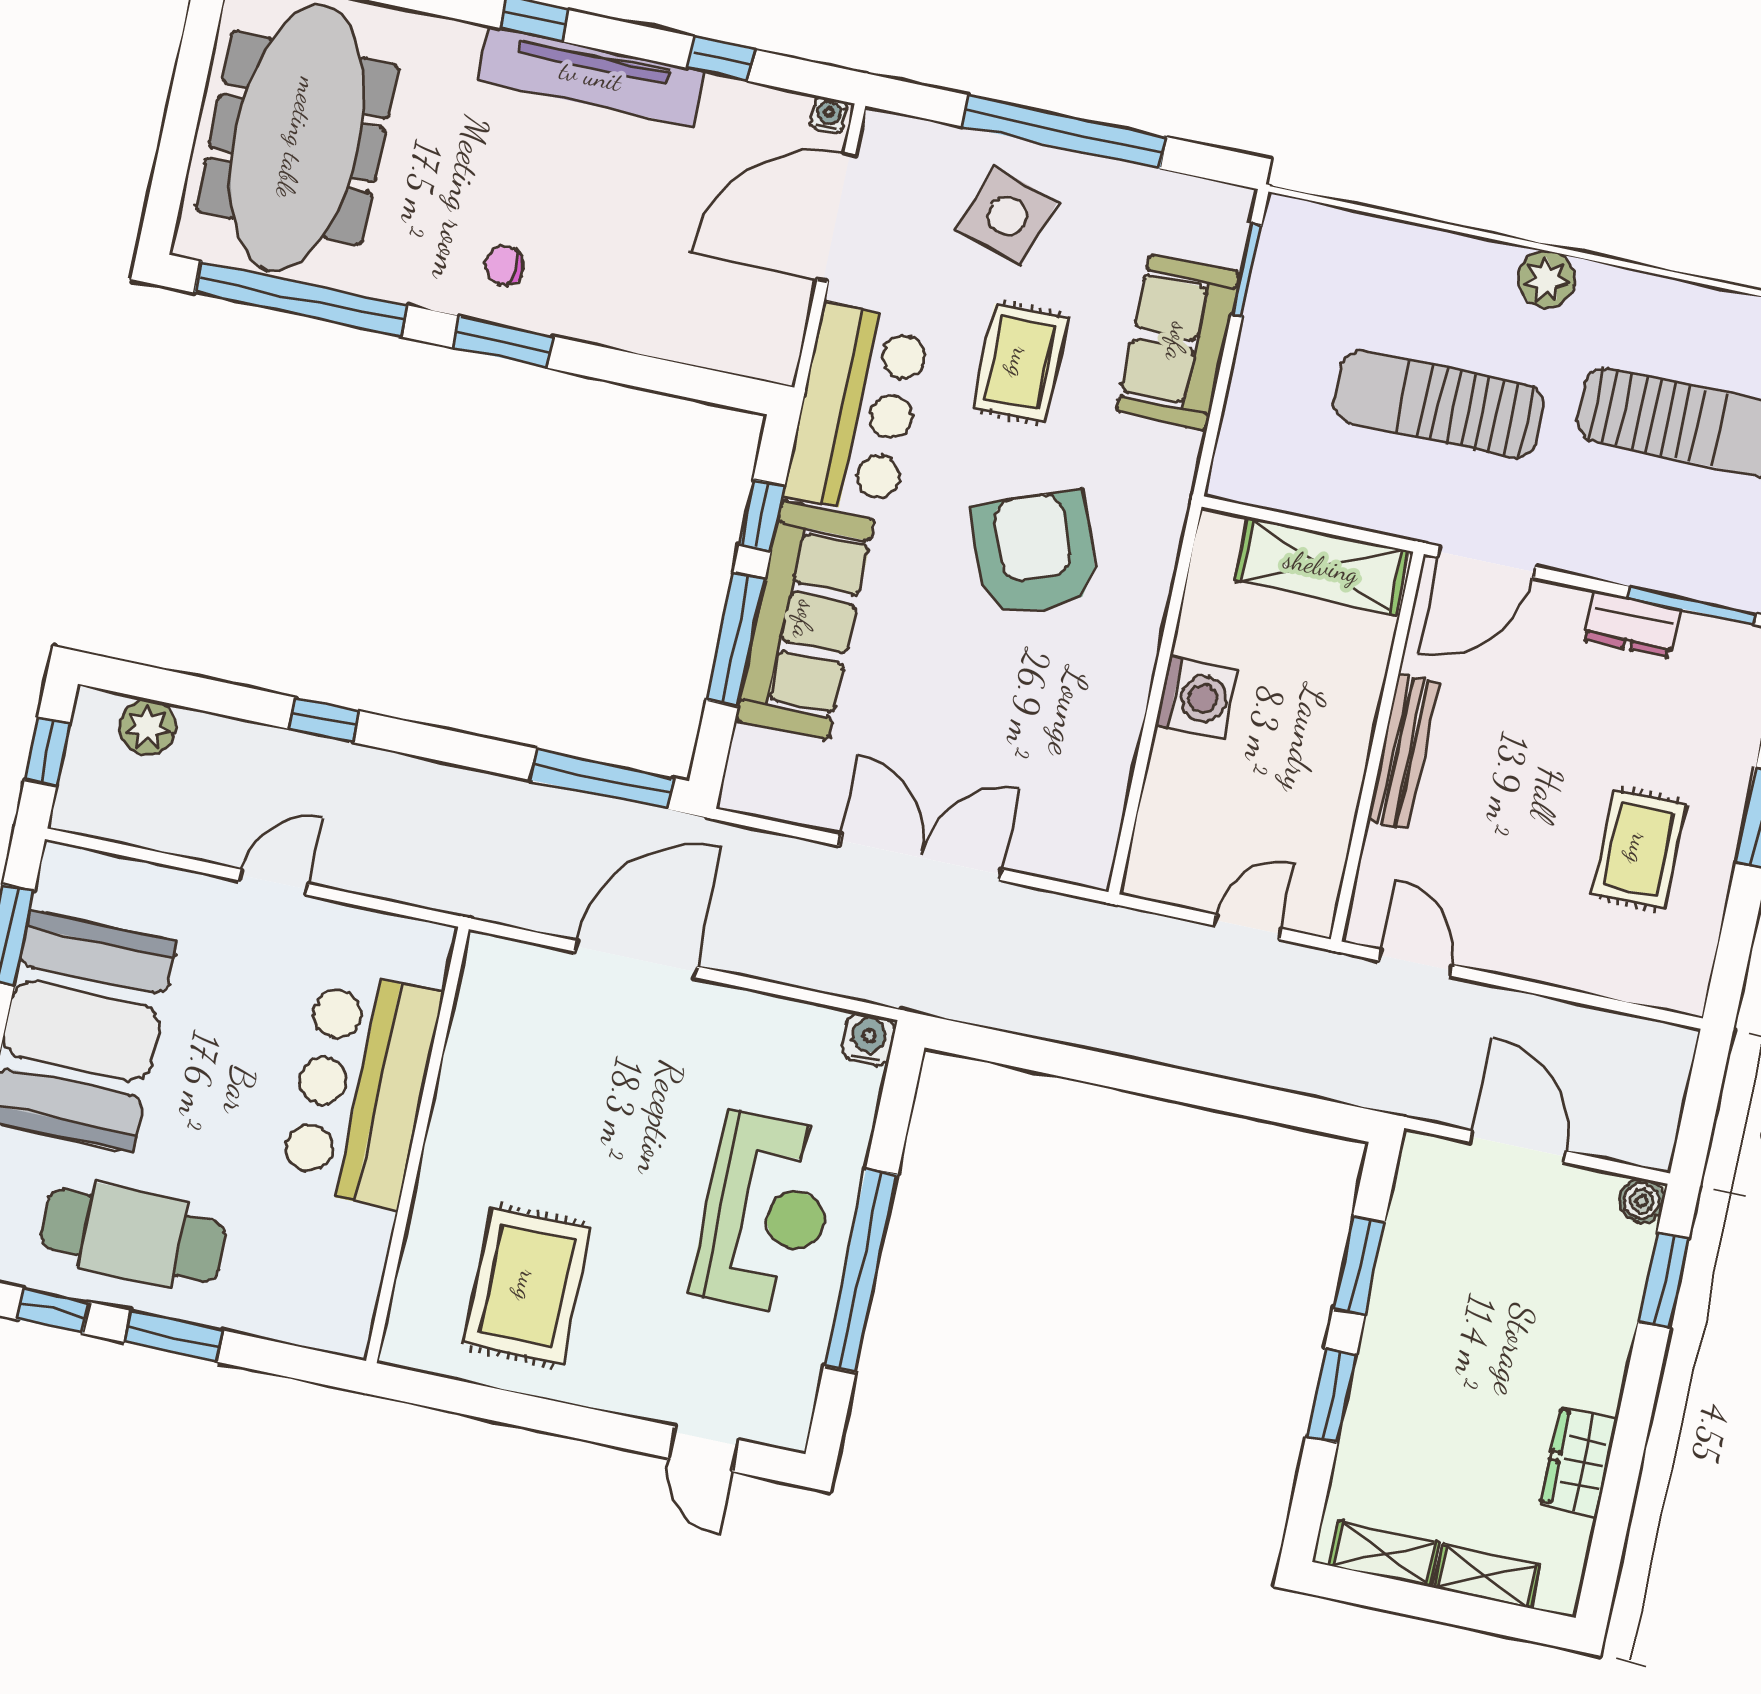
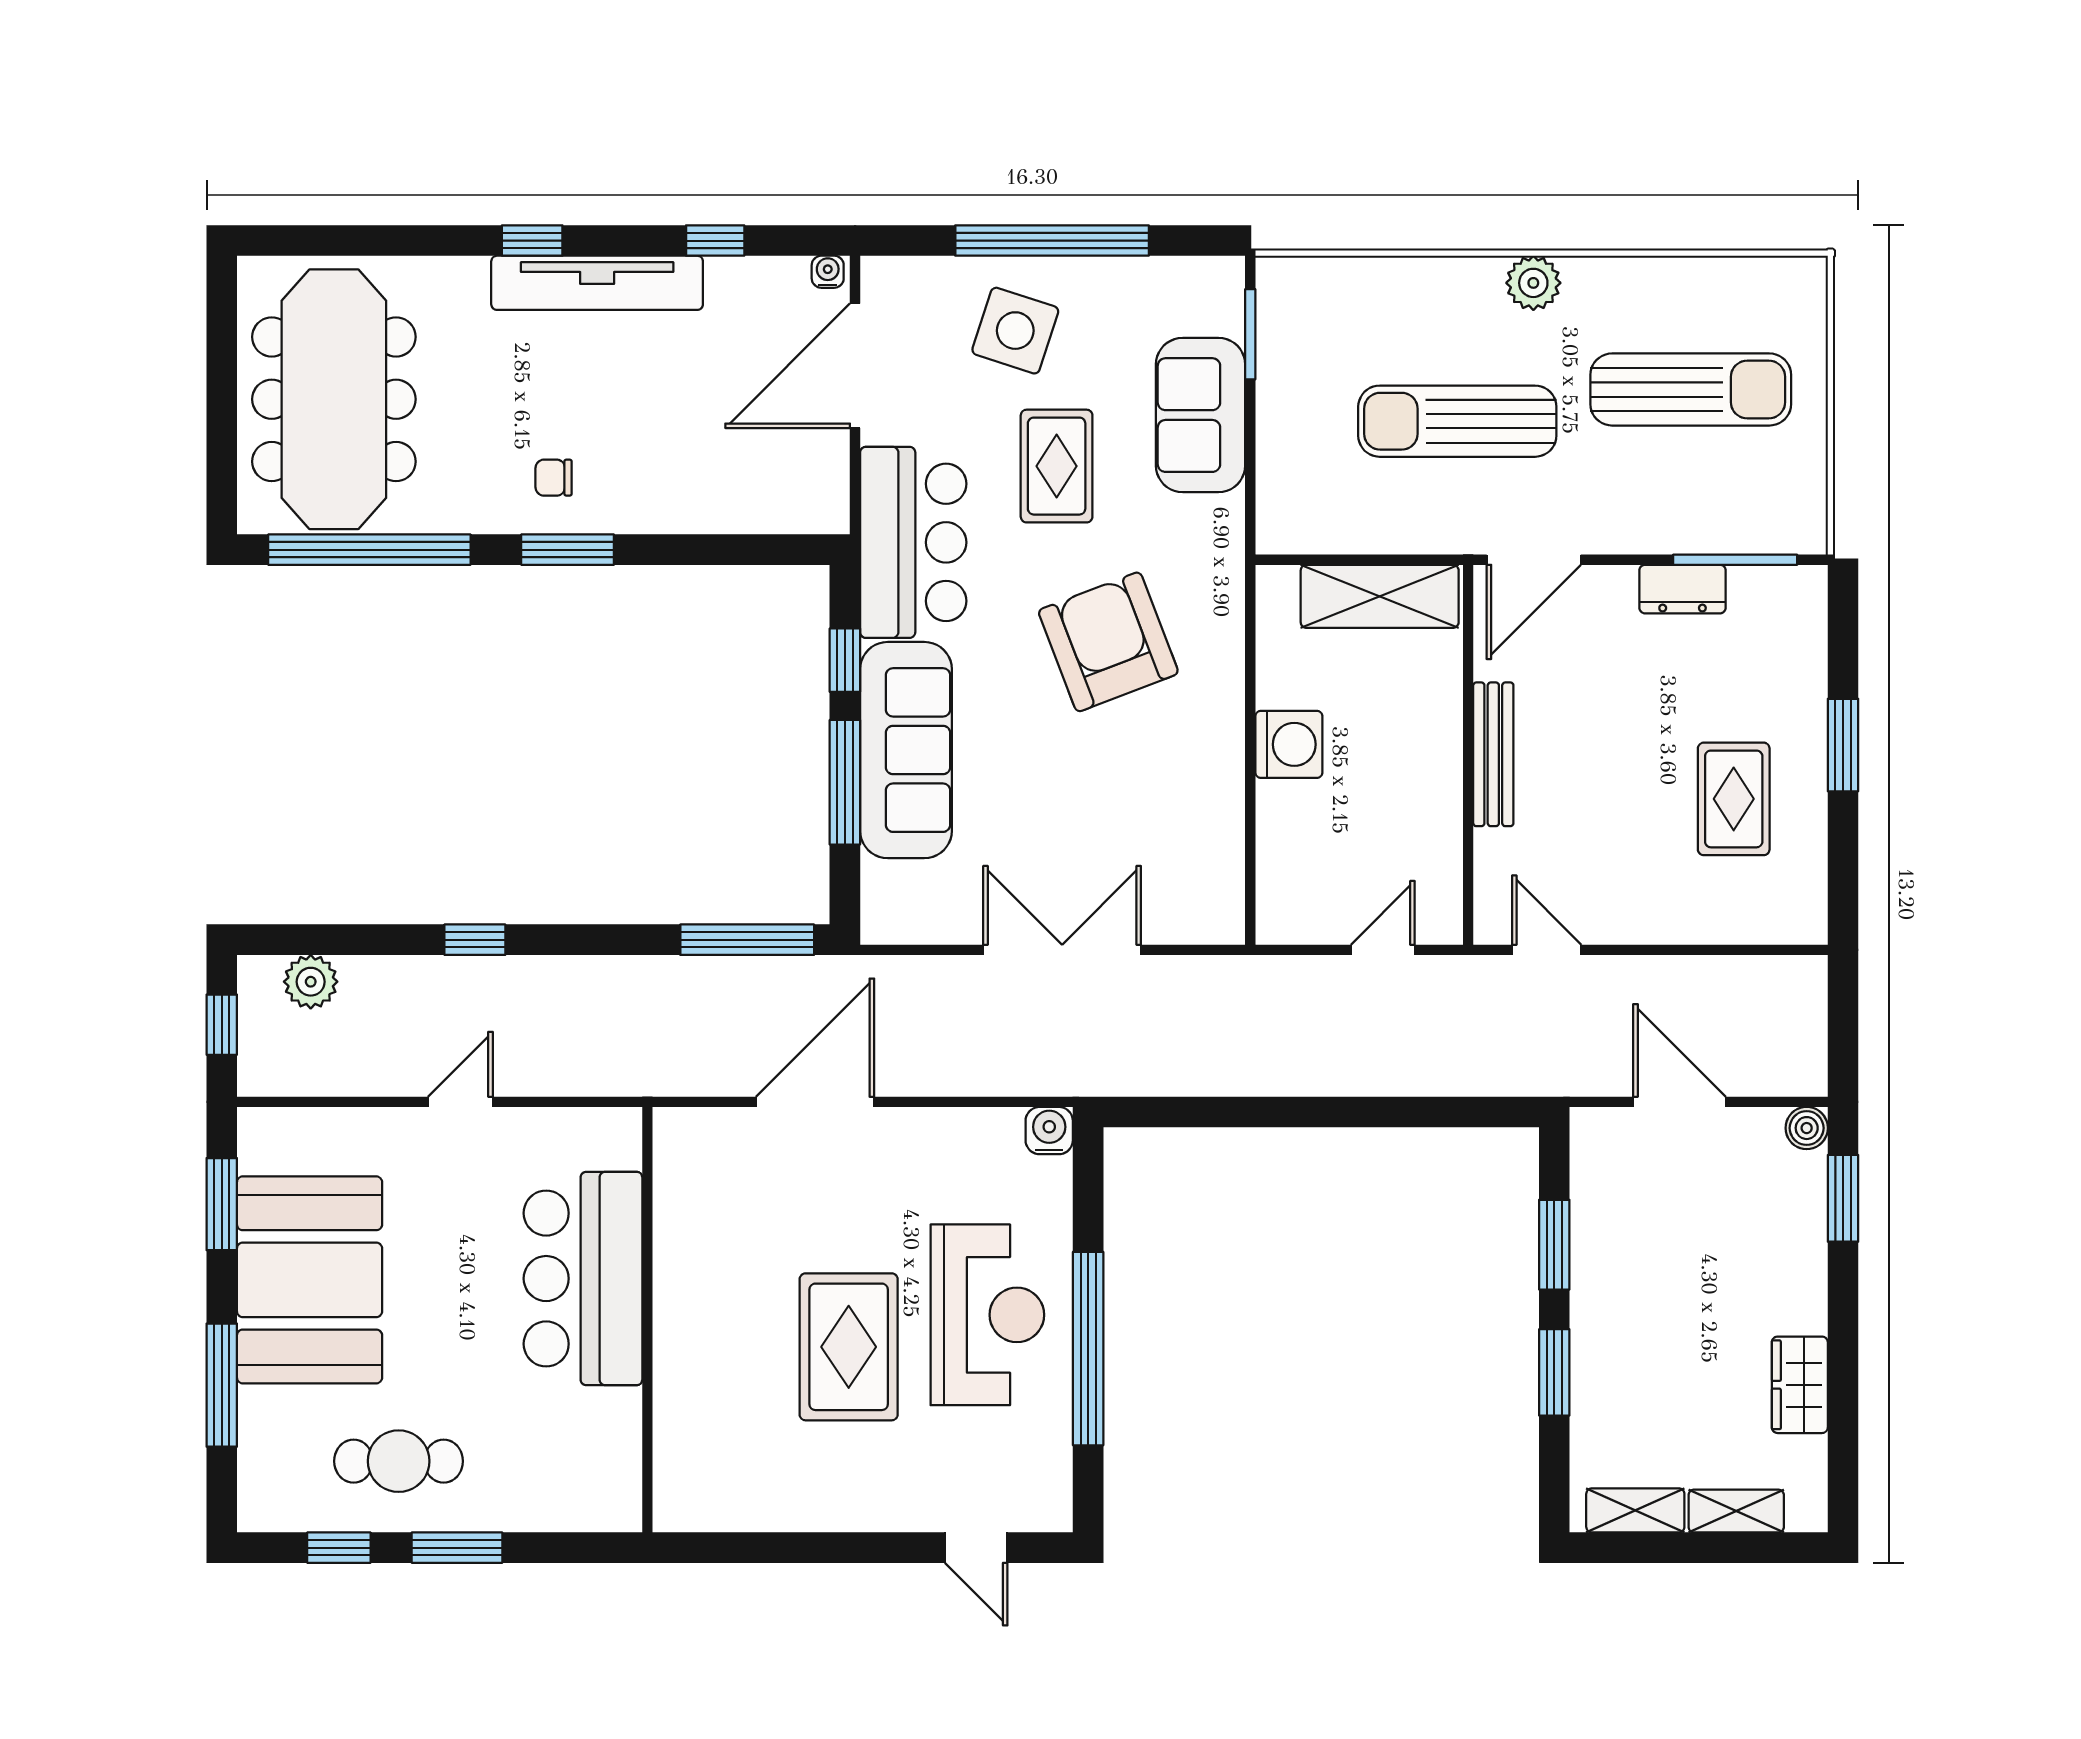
cafe table: (133, 1235) -> (399, 1461), width x0.73, depth x0.74
rug: (527, 1286) -> (849, 1347), moved

